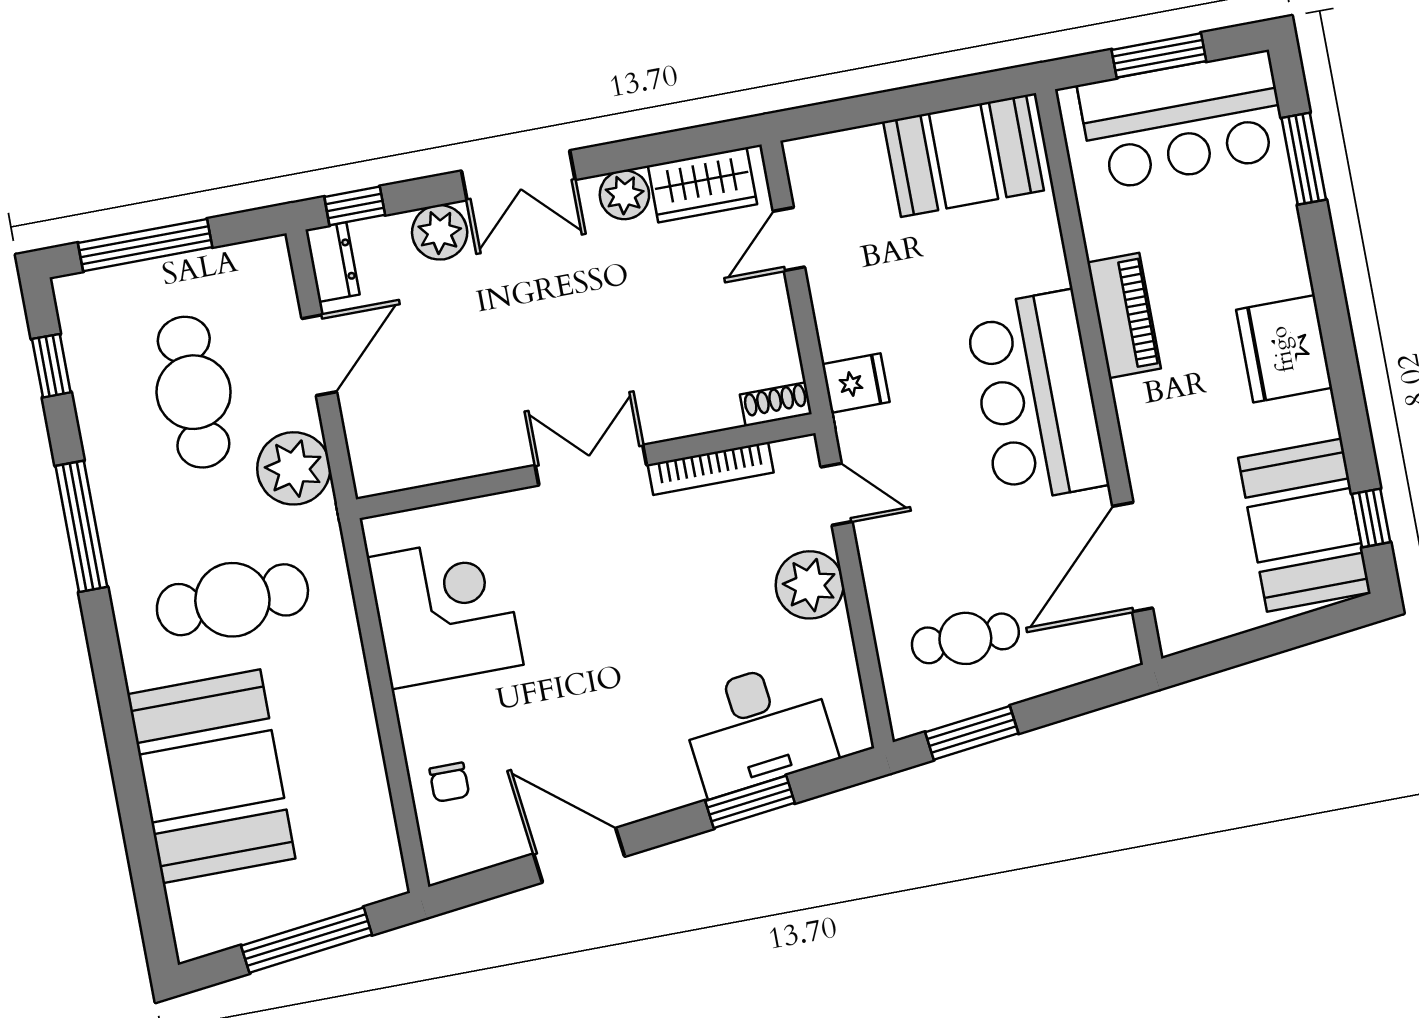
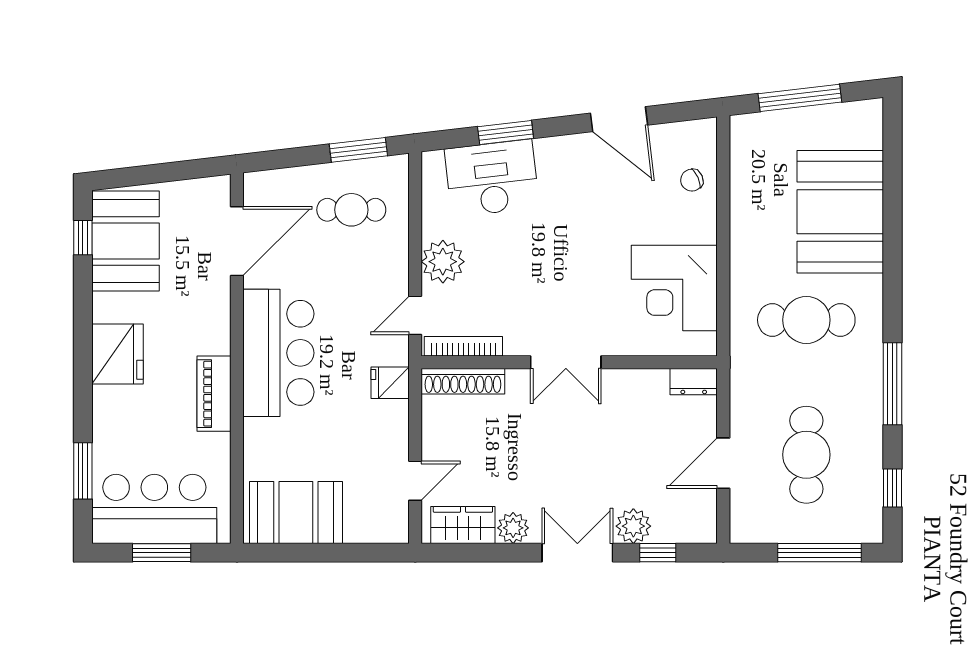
window: (355, 206) -> (658, 553), moved
dresser: (333, 262) -> (694, 382), moved, turned -90
shoe rack: (776, 404) -> (463, 381), width x1.94, depth x1.24
plant: (294, 468) -> (753, 395), removed
bookcase: (711, 468) -> (463, 346), moved
door: (837, 494) -> (415, 315), hinge flipped
chair: (449, 782) -> (692, 180), turned -114

